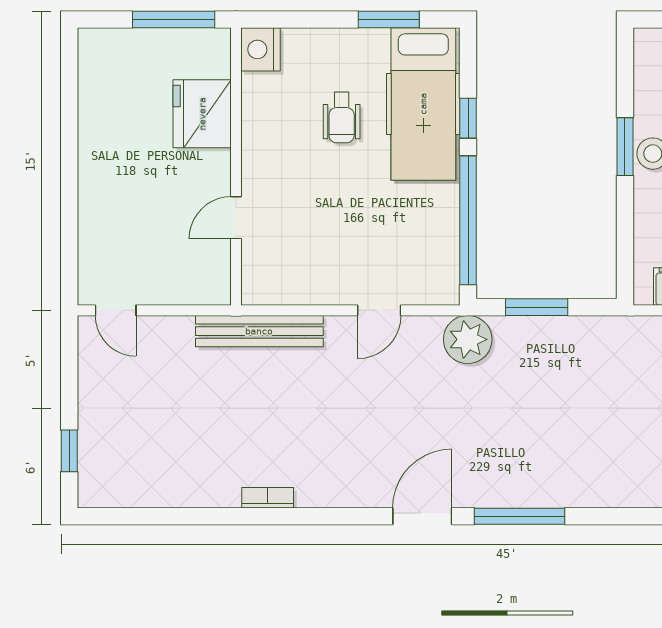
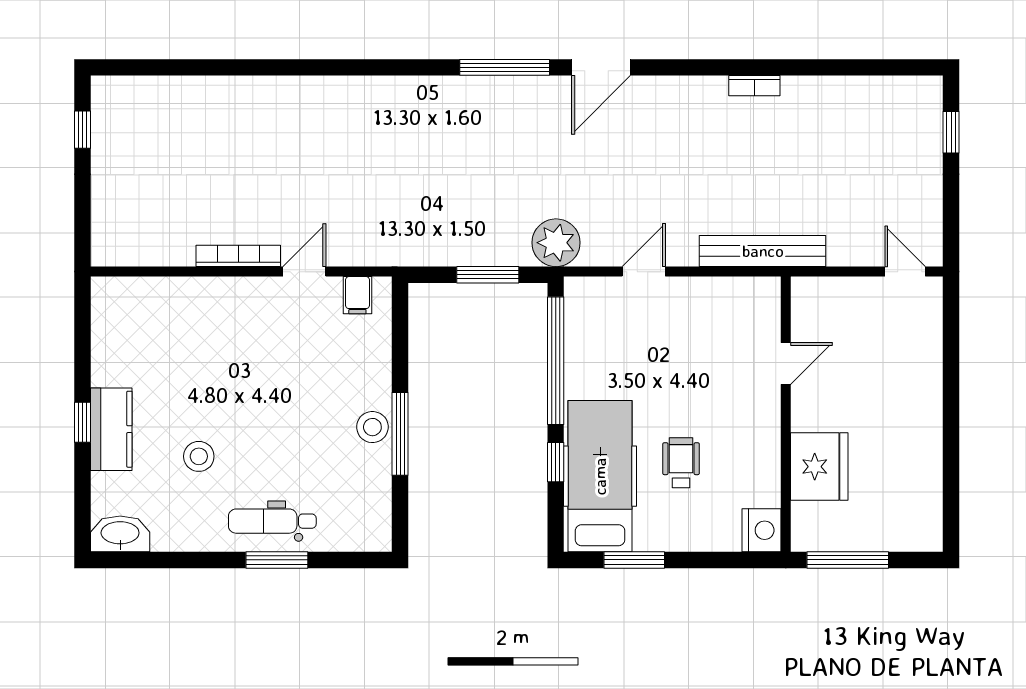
window: (625, 147) -> (400, 434), width x1.44

